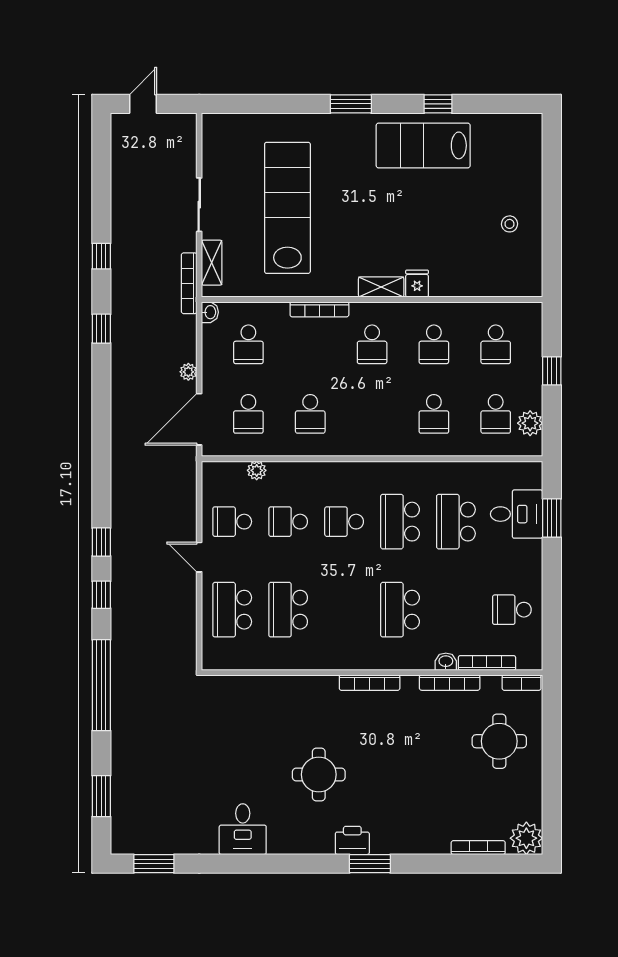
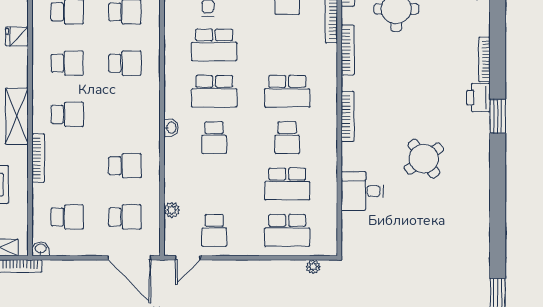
fridge: (417, 284) -> (17, 36), moved
shelving: (381, 287) -> (17, 116), width x1.50, depth x1.33
plant: (188, 372) -> (313, 267), moved
school desk: (288, 522) -> (287, 138), moved
door: (199, 557) -> (188, 258), moved
washbasin: (446, 662) -> (171, 128), moved, turned 180
round table: (319, 774) -> (424, 159), turned -36
desk: (243, 829) -> (362, 191), moved, turned 180
printer: (352, 840) -> (478, 98), moved
bookcase: (478, 848) -> (484, 60), moved

